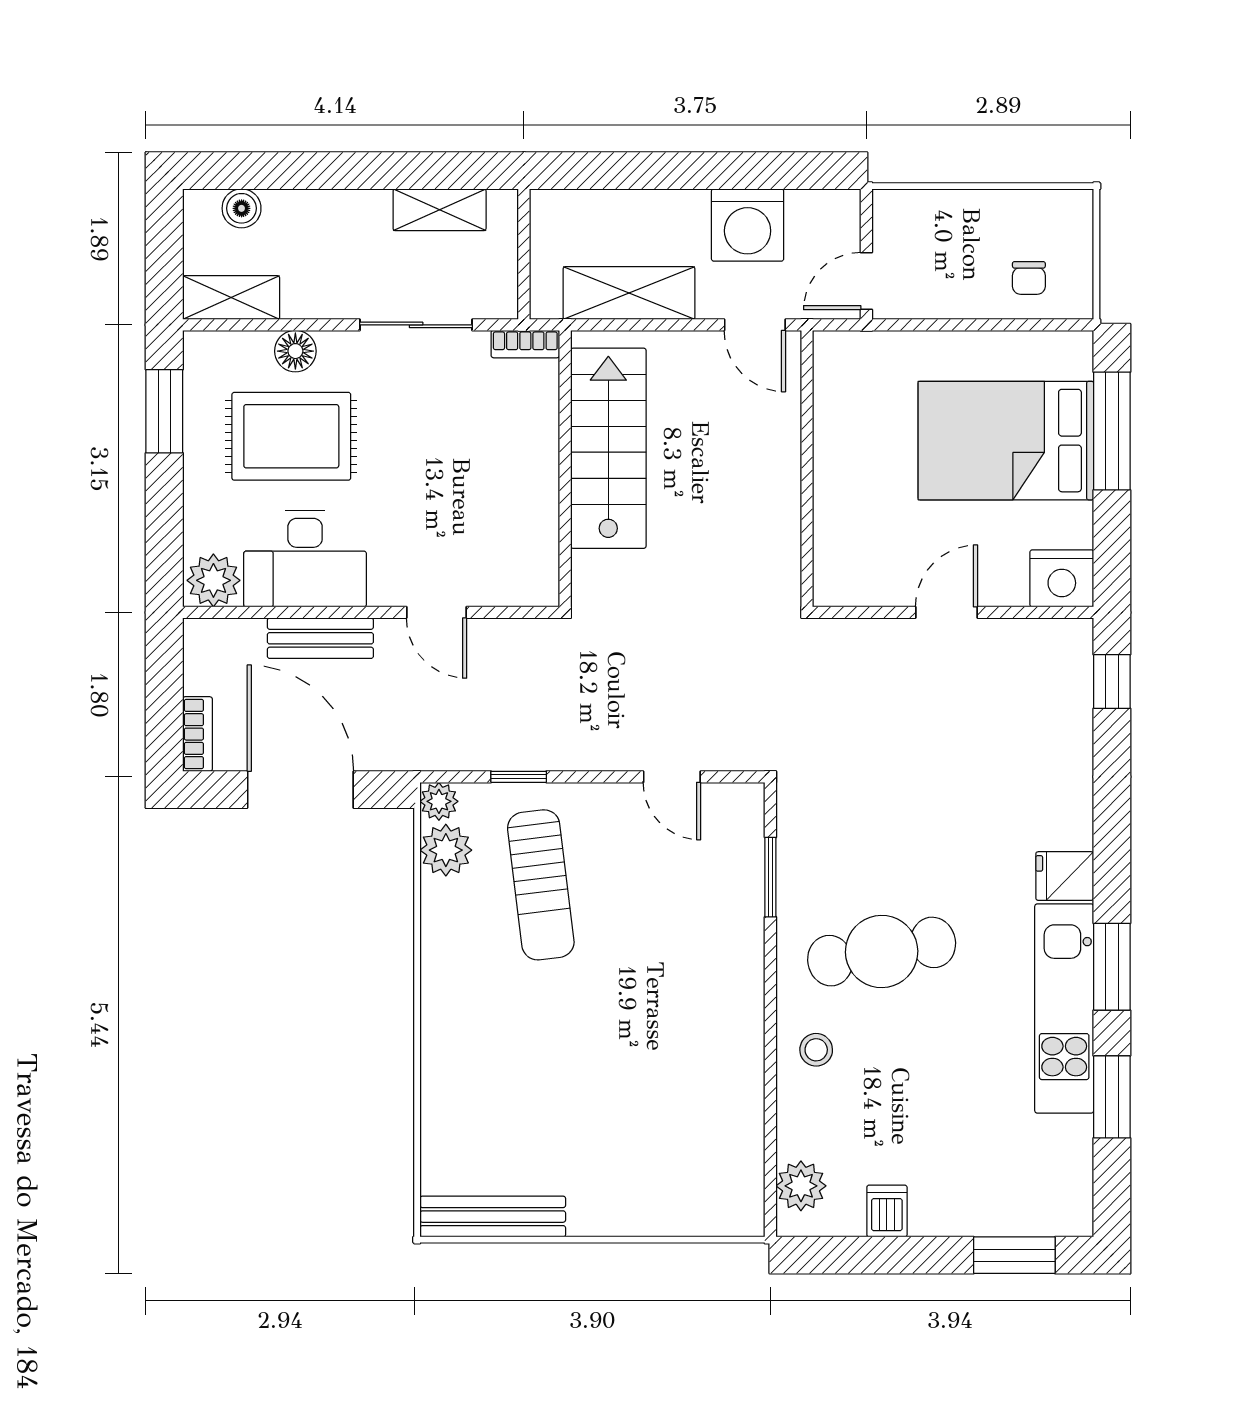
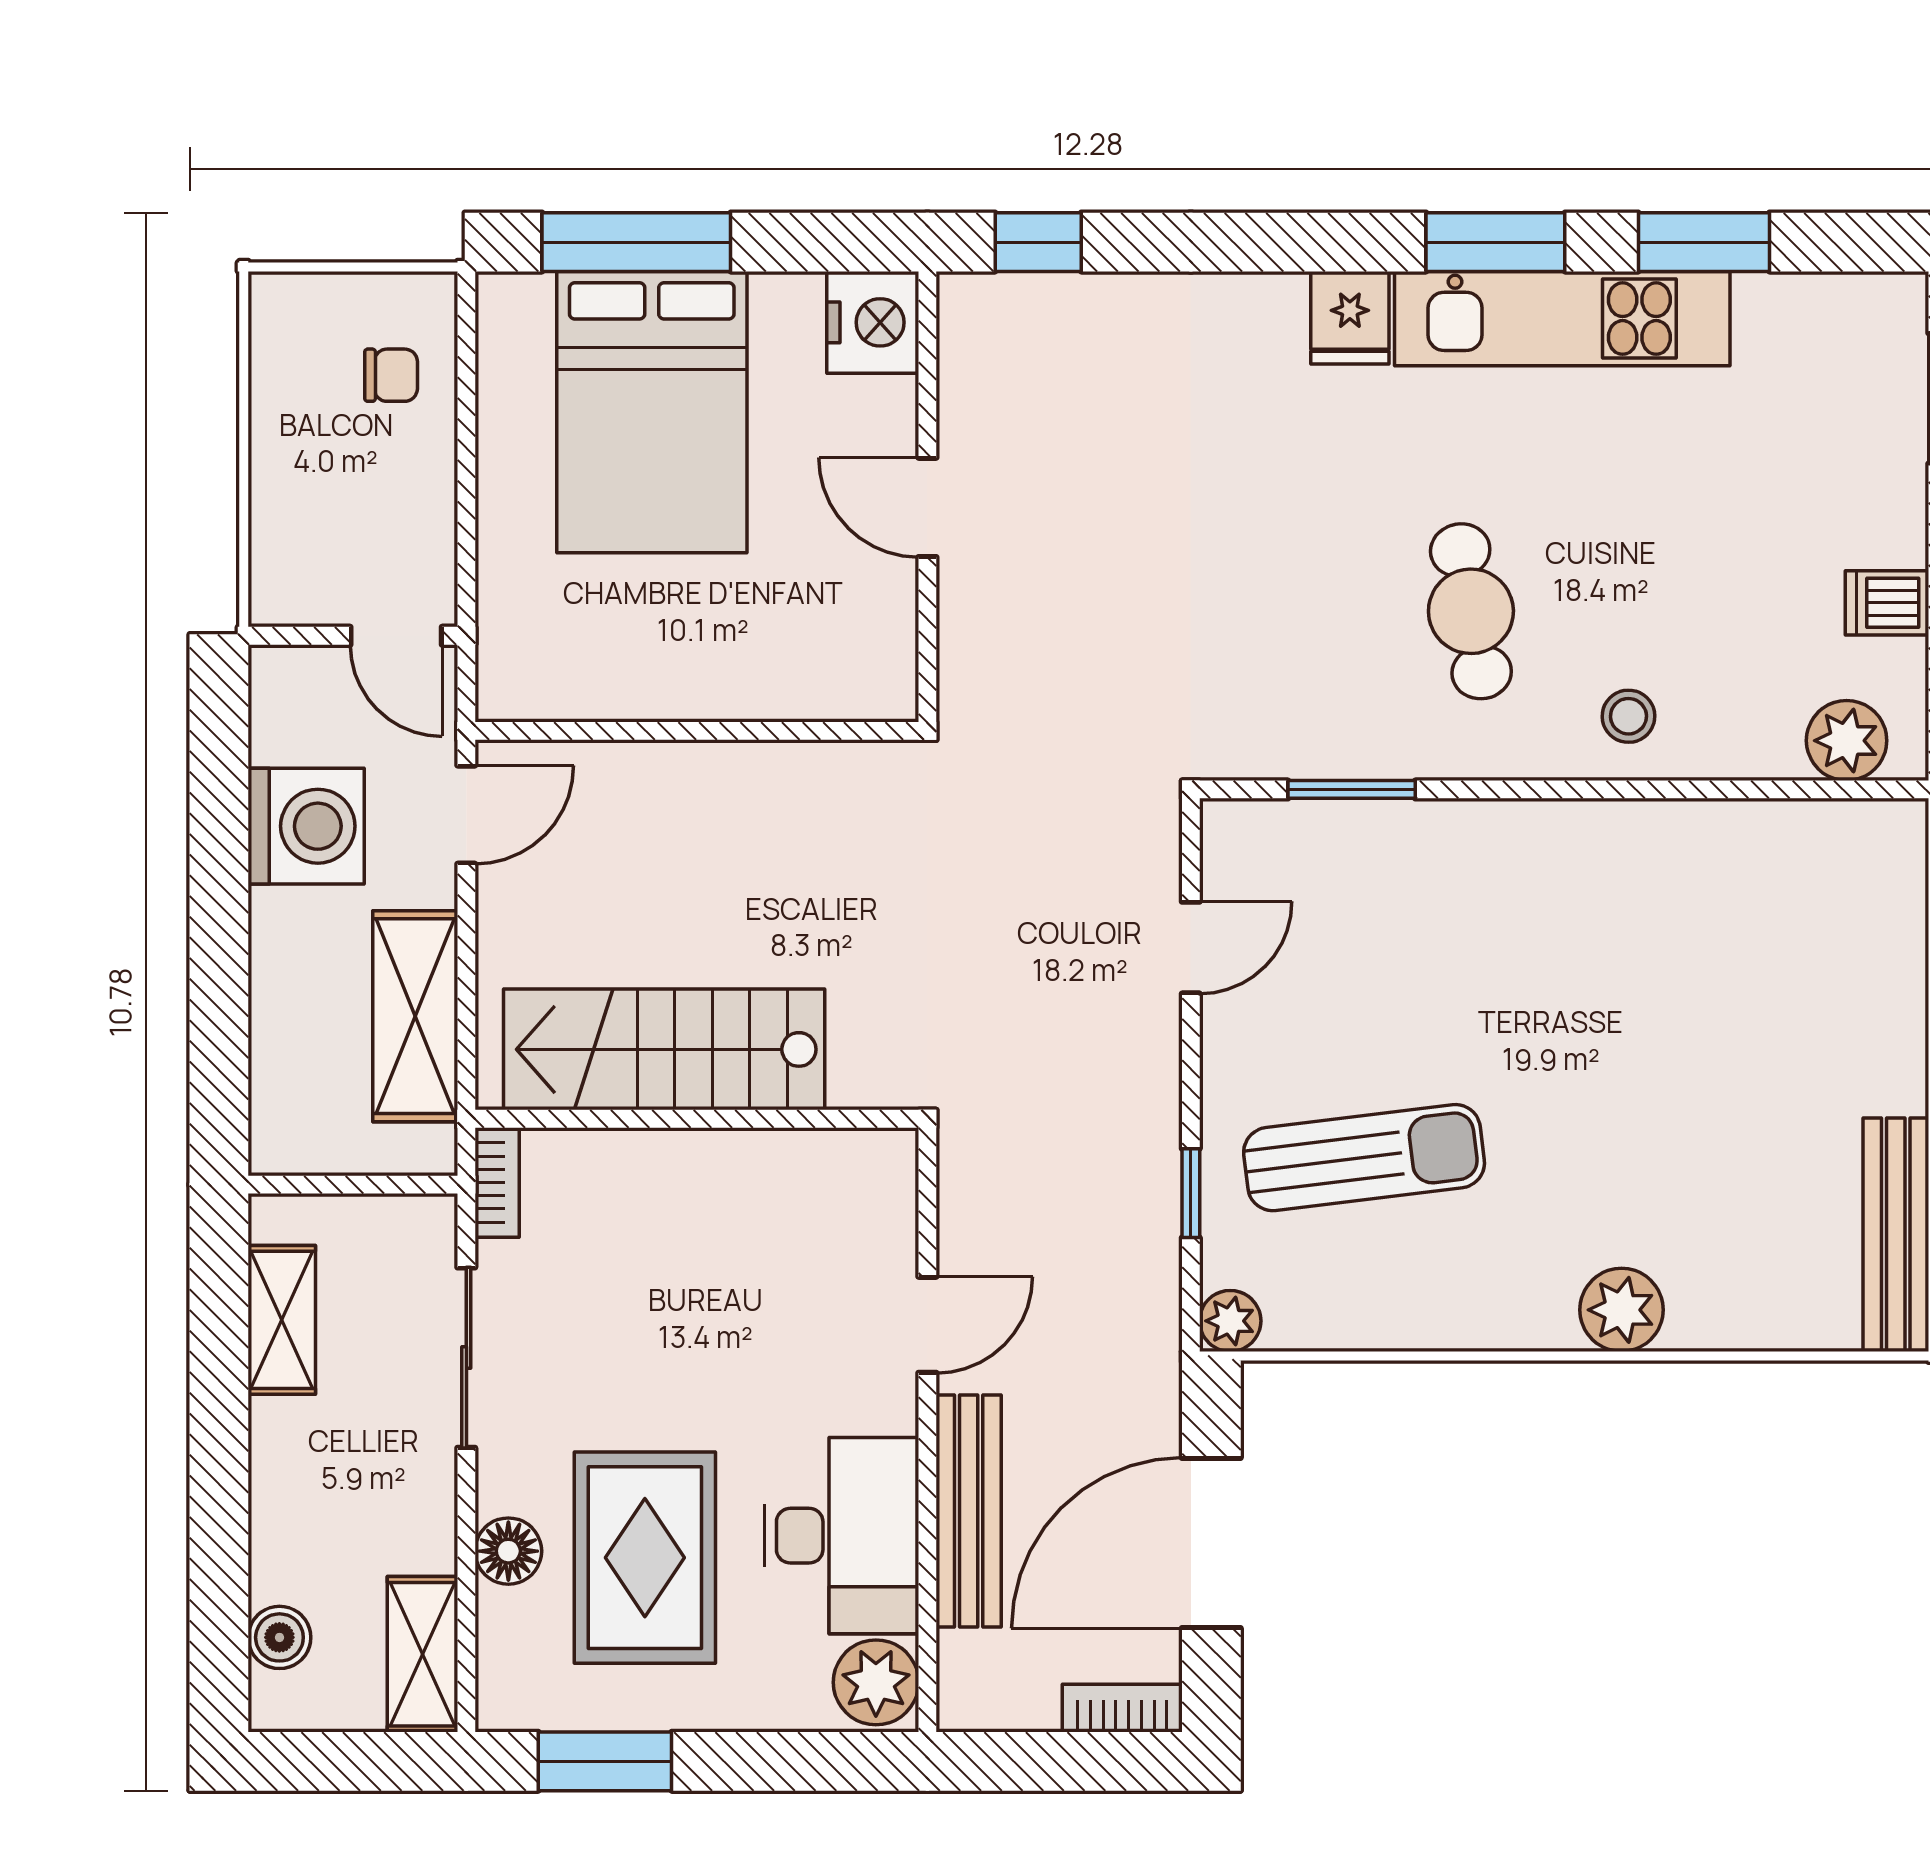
bench: (320, 638) -> (969, 1511), width x1.36
plant: (446, 850) -> (1622, 1310), moved
cafe table: (882, 952) -> (1471, 611), width x0.73, depth x0.74

